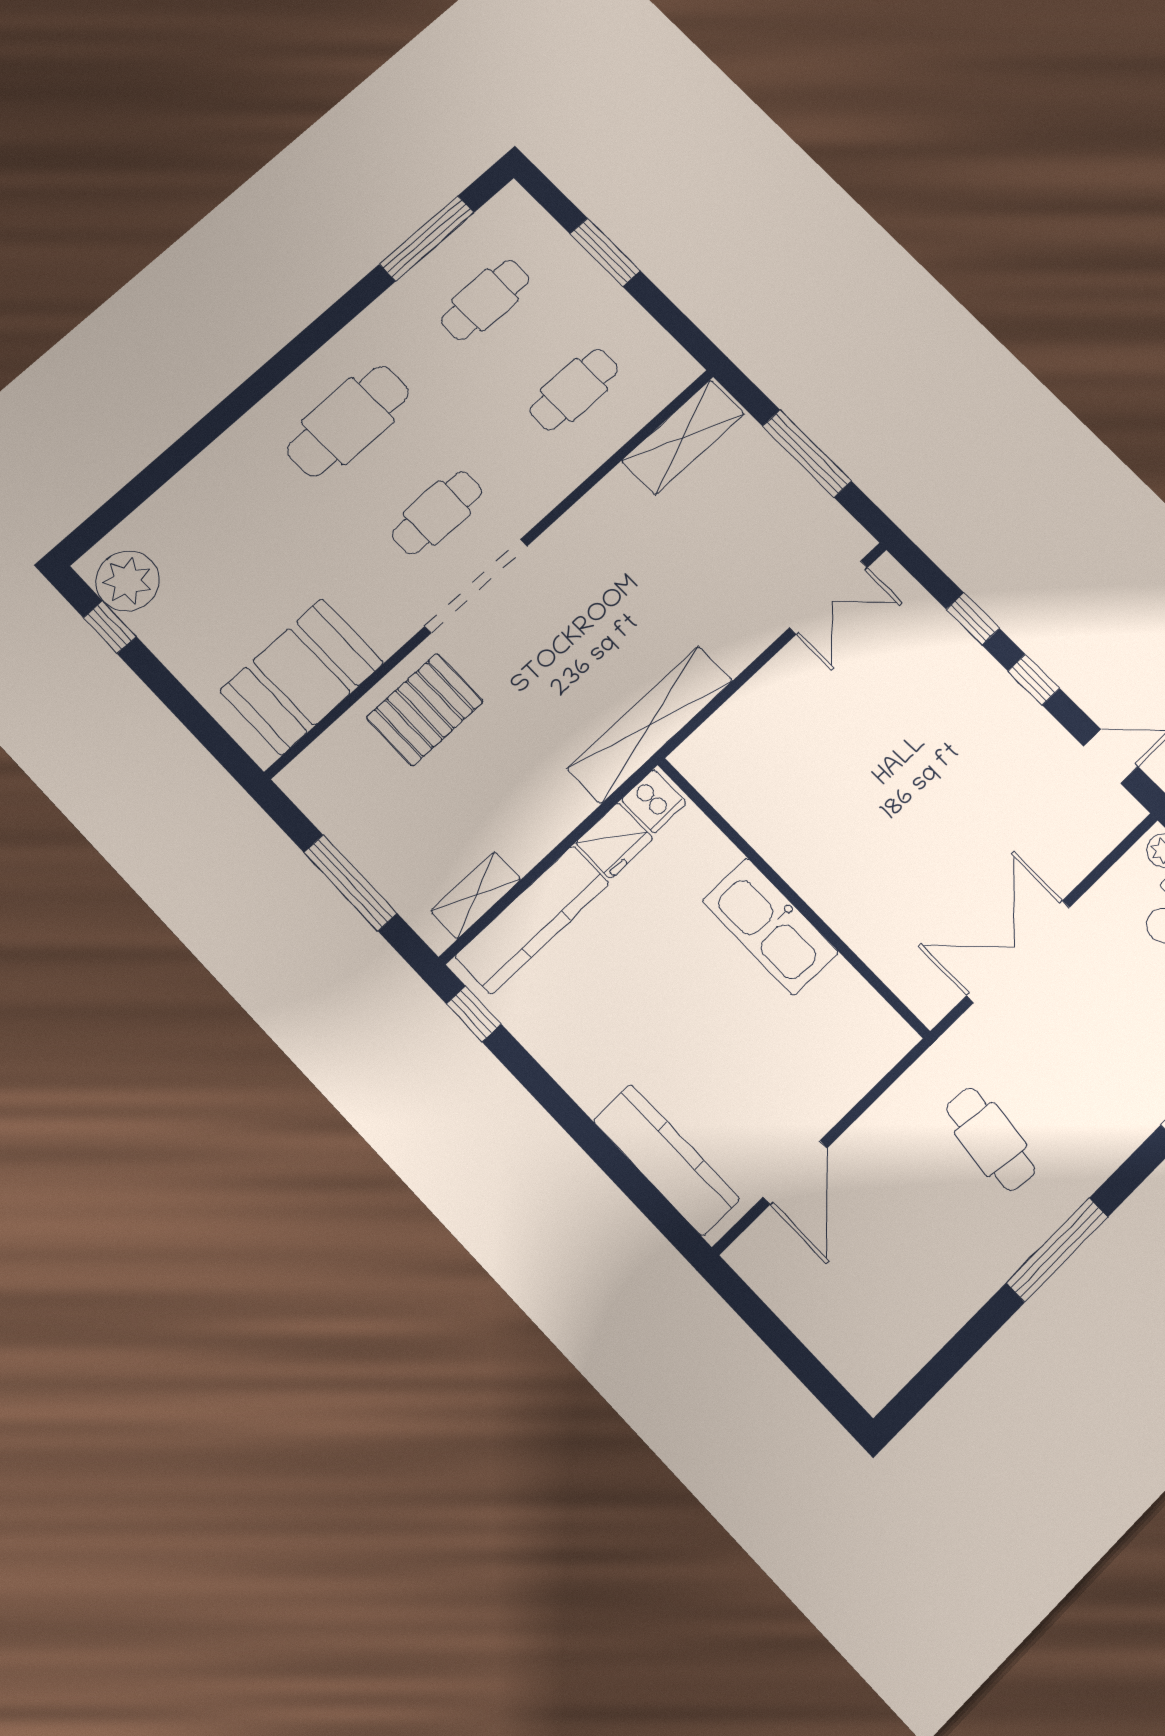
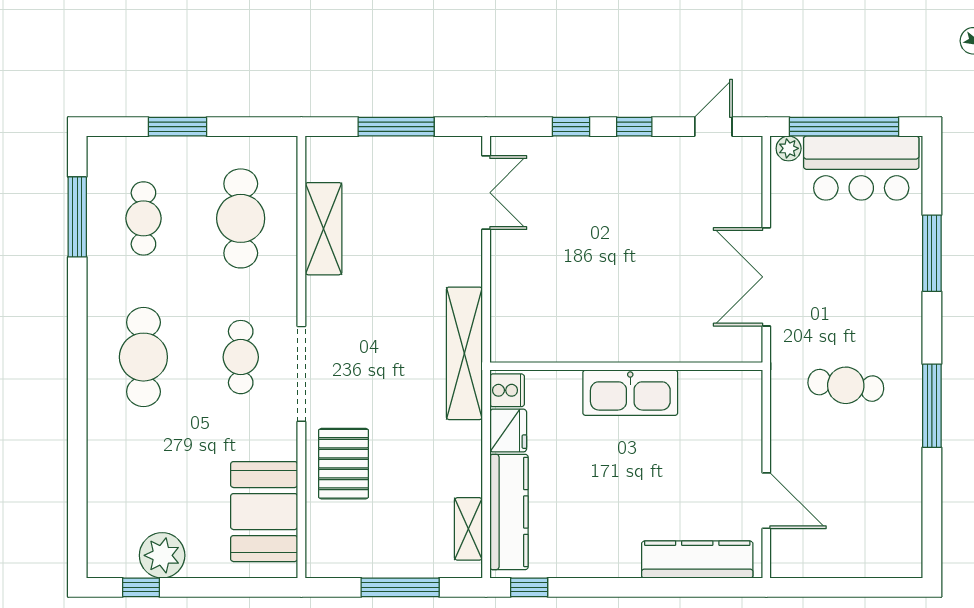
cafe table: (574, 390) -> (241, 218), width x1.37, depth x1.35
shelving: (683, 437) -> (324, 229), moved
plant: (127, 581) -> (162, 555), moved

